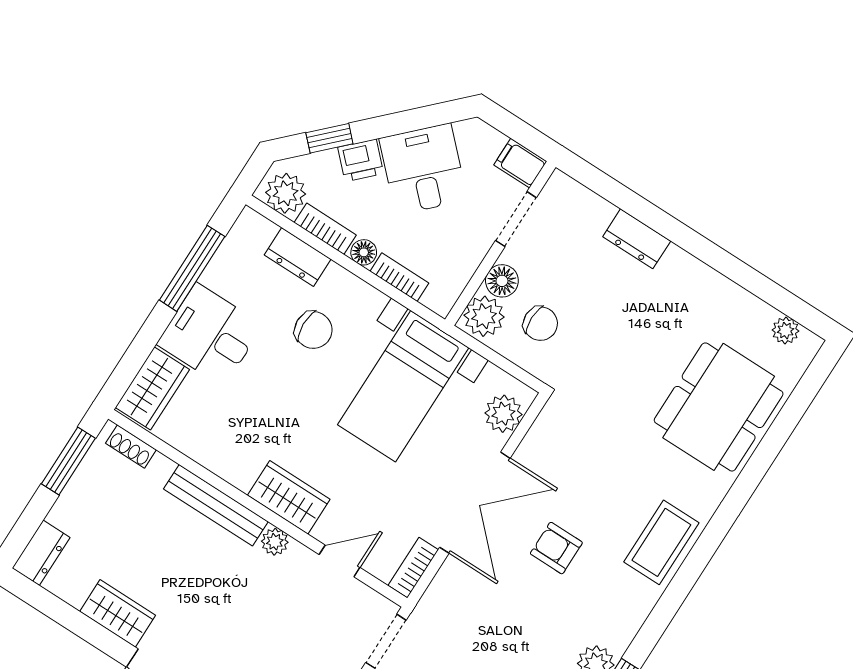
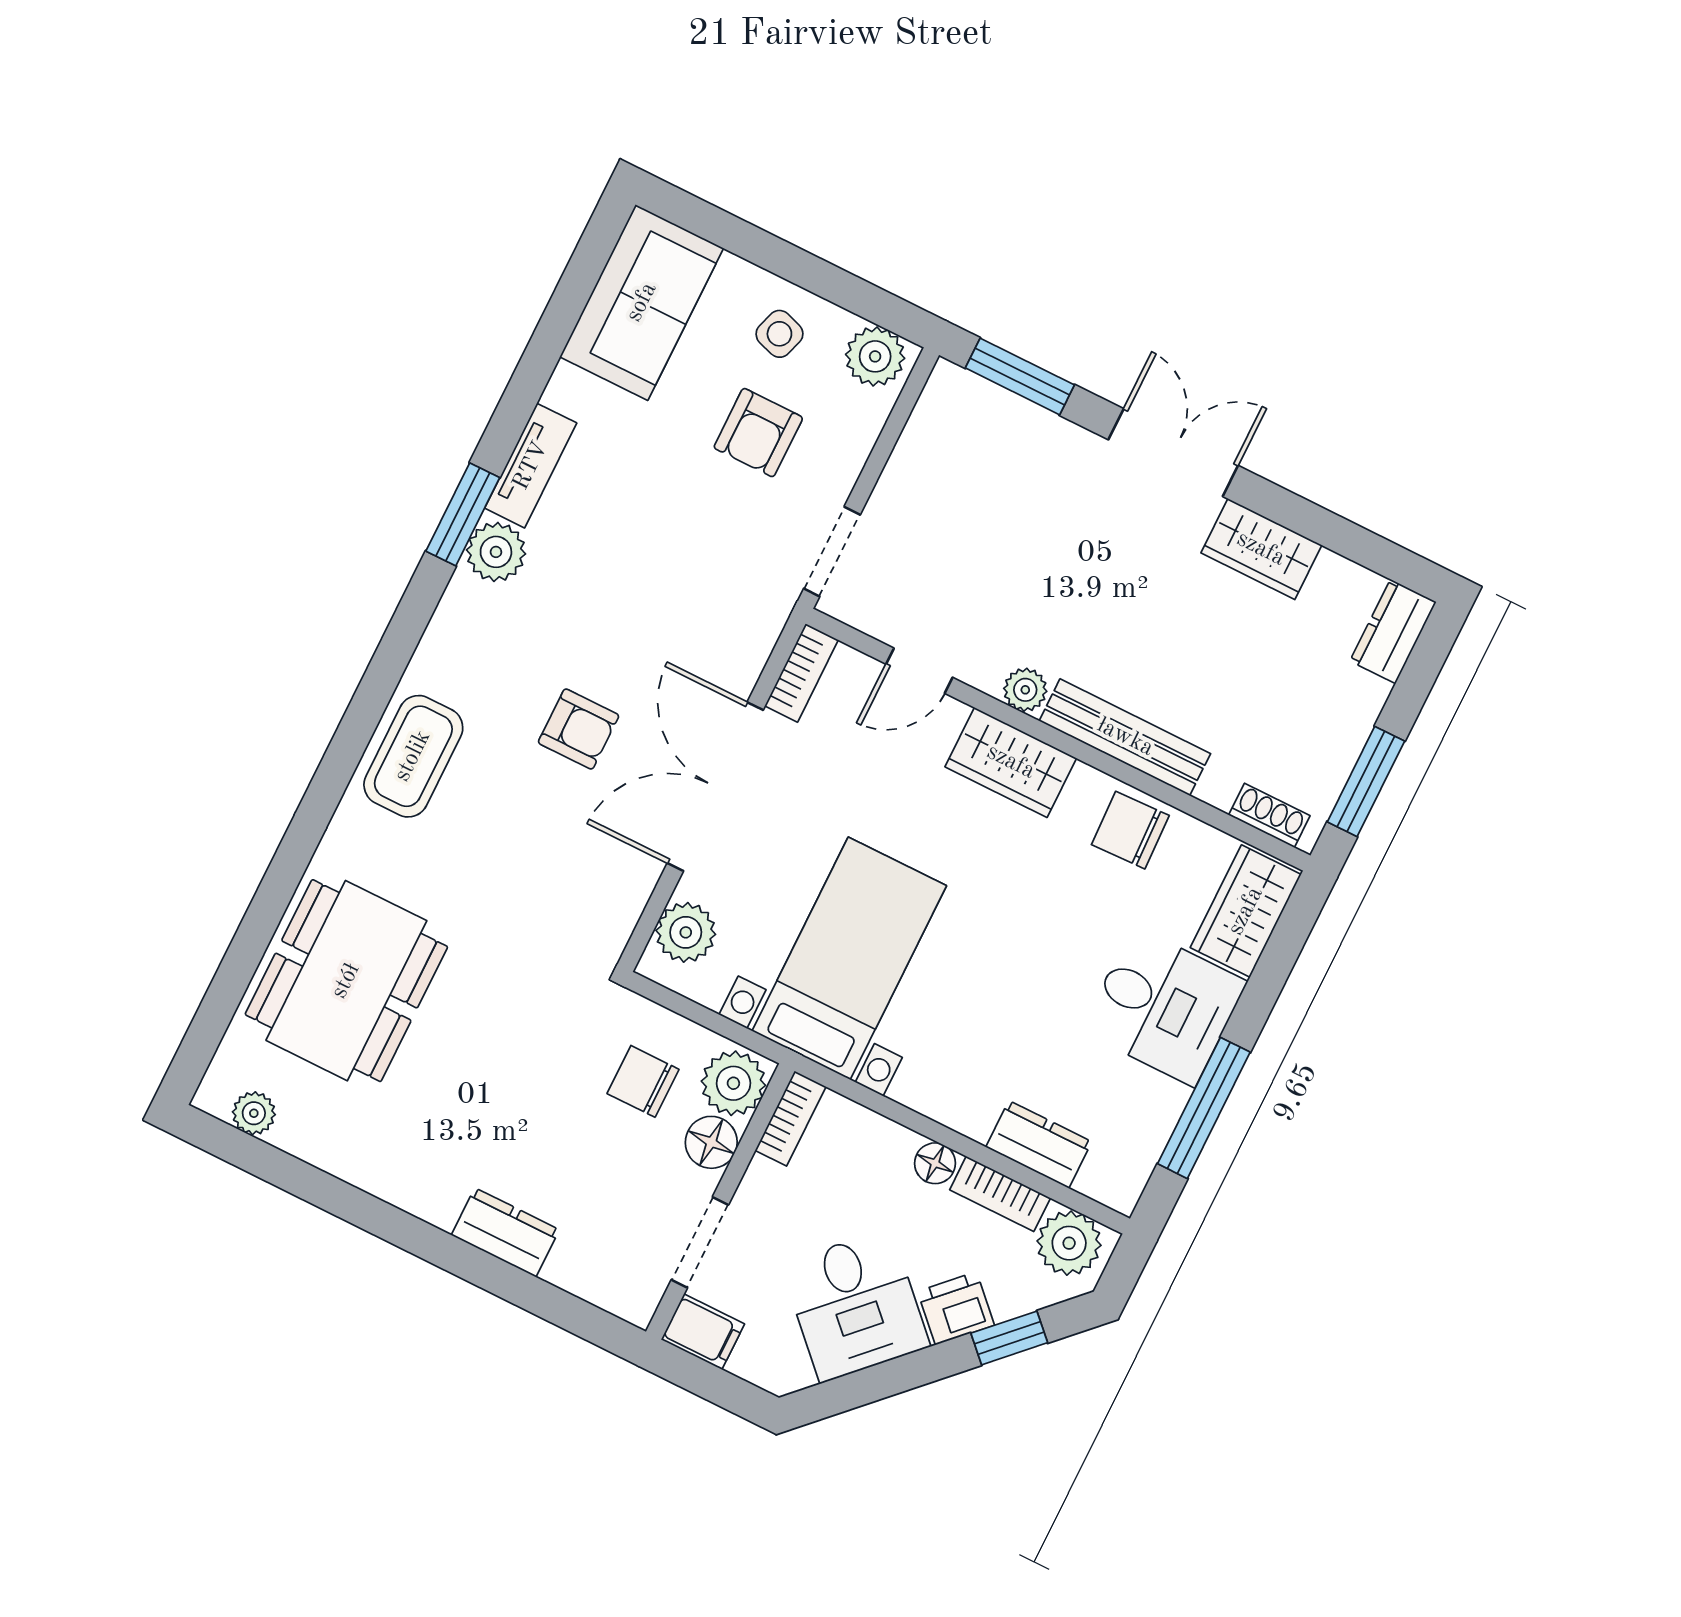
bookcase: (399, 277) -> (791, 1118), moved, turned -90
chair: (313, 330) -> (1130, 830), moved

